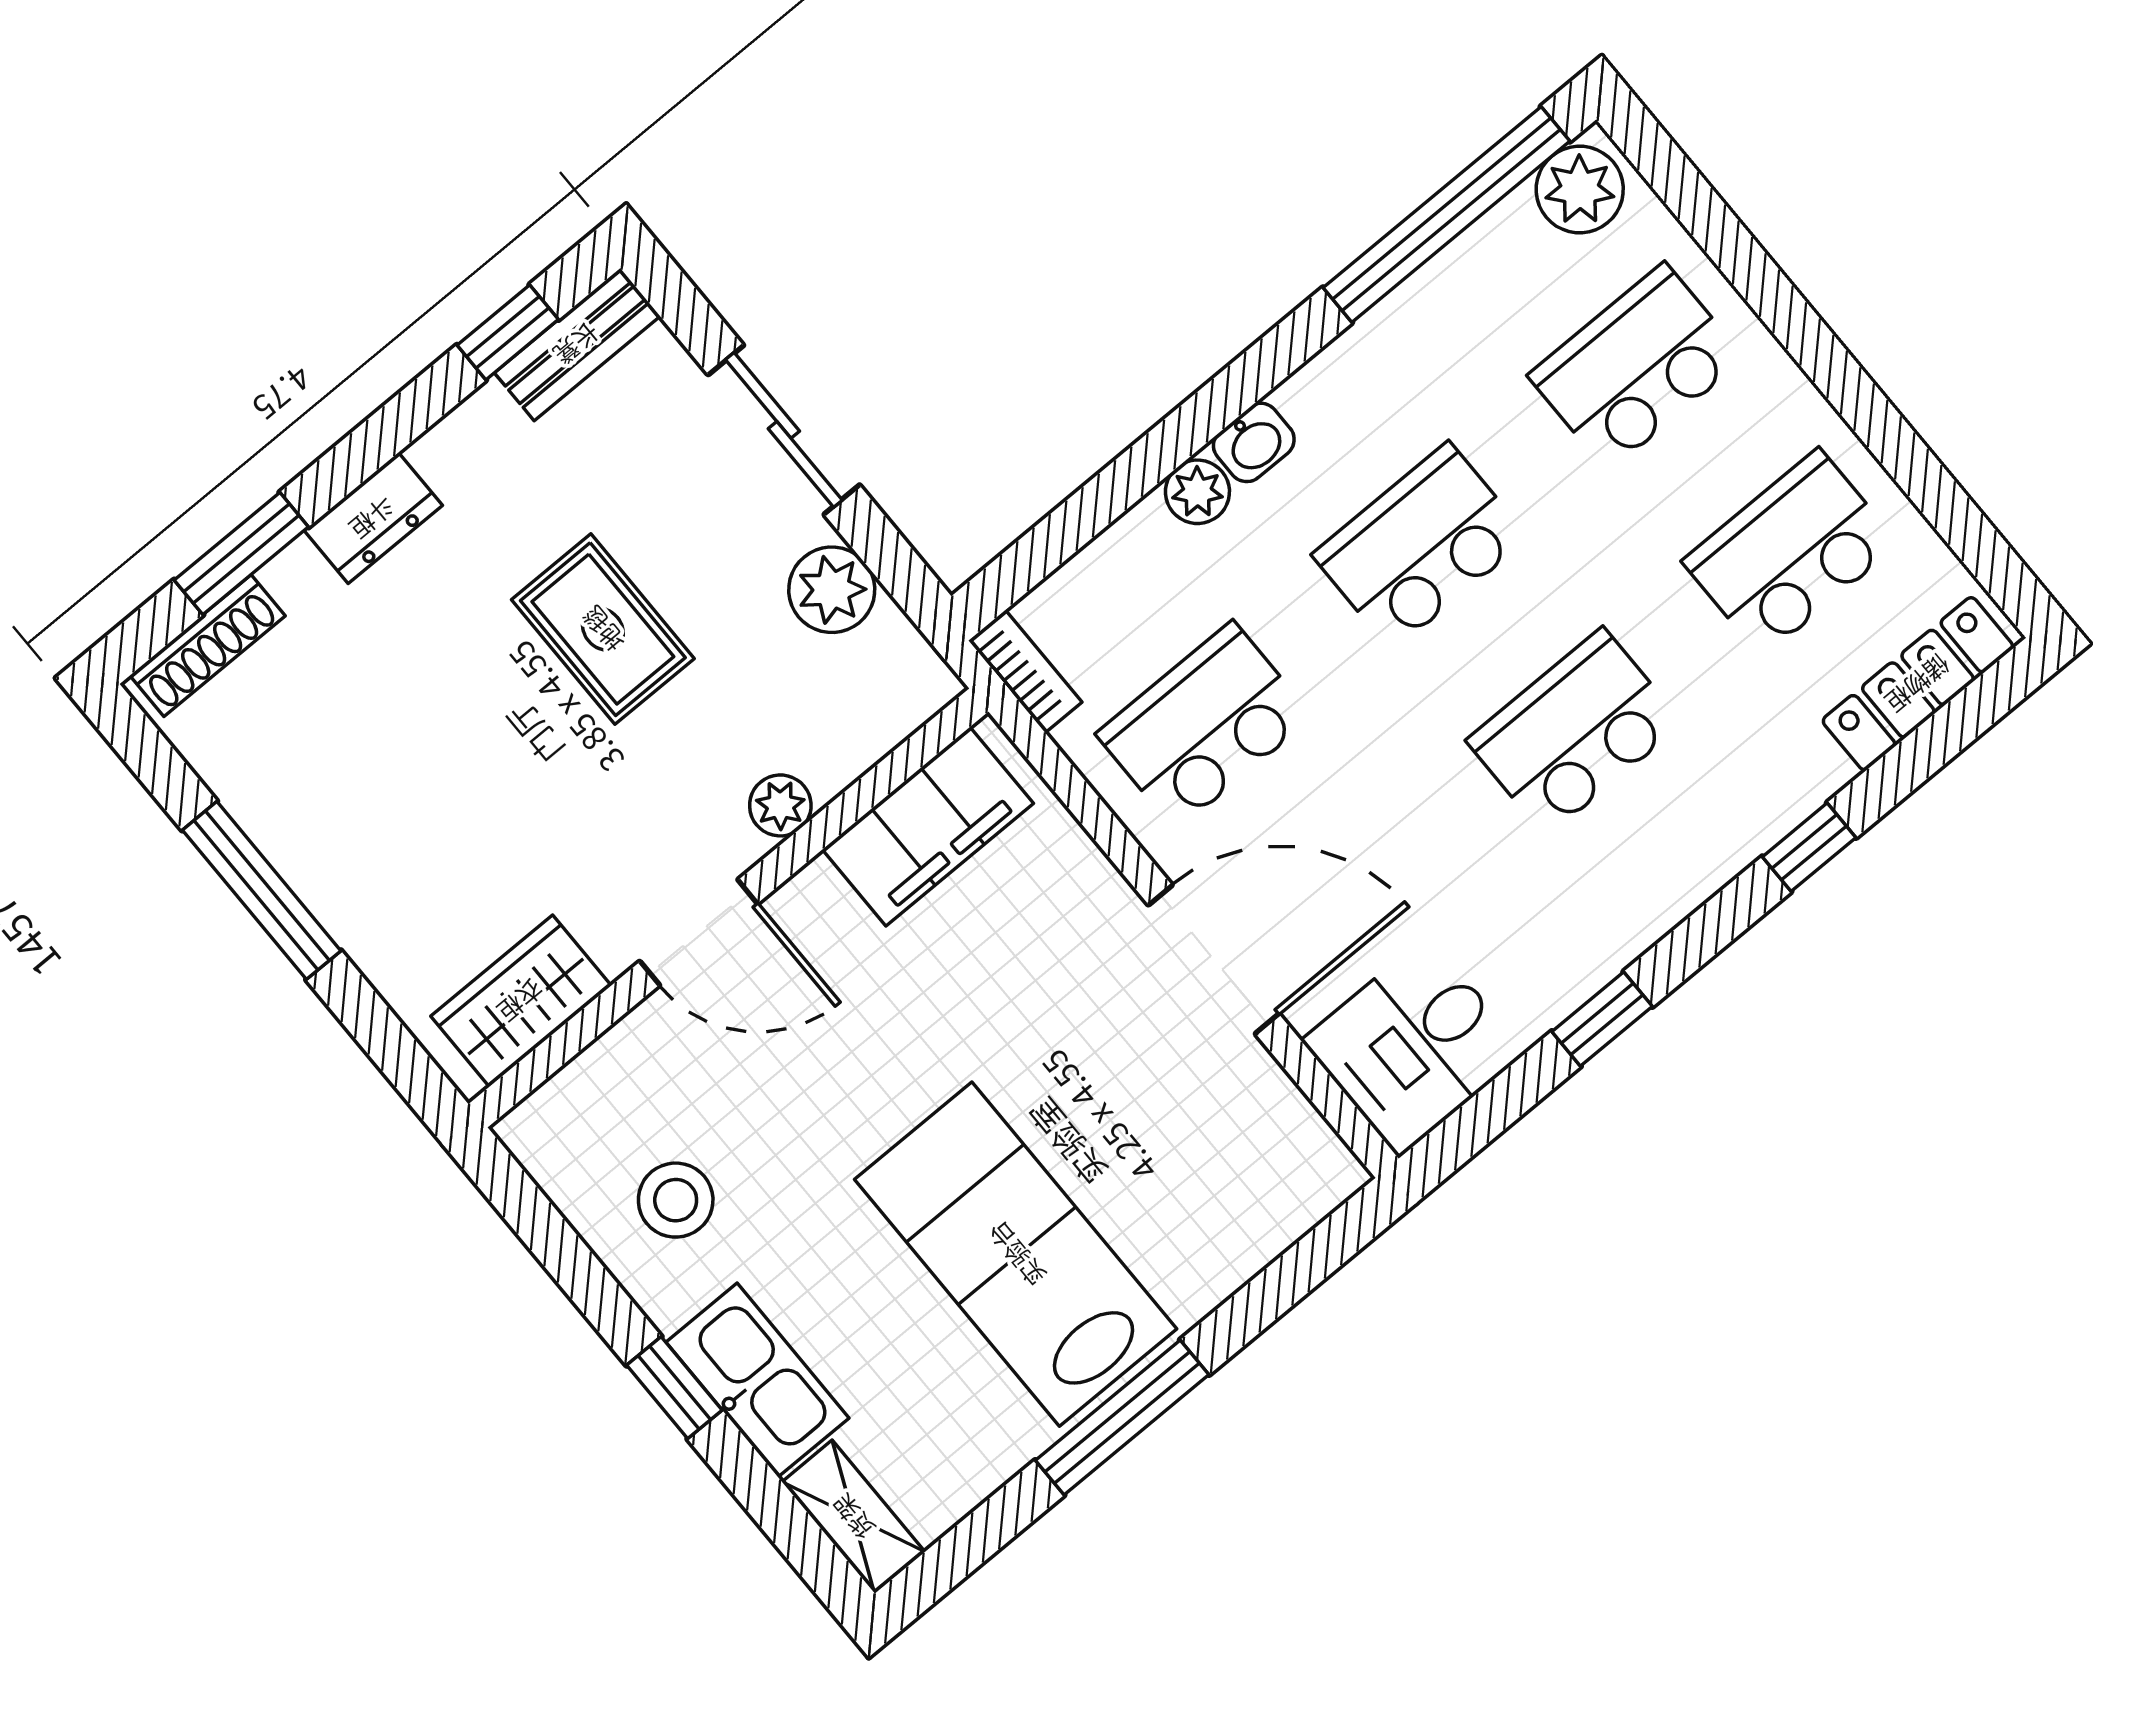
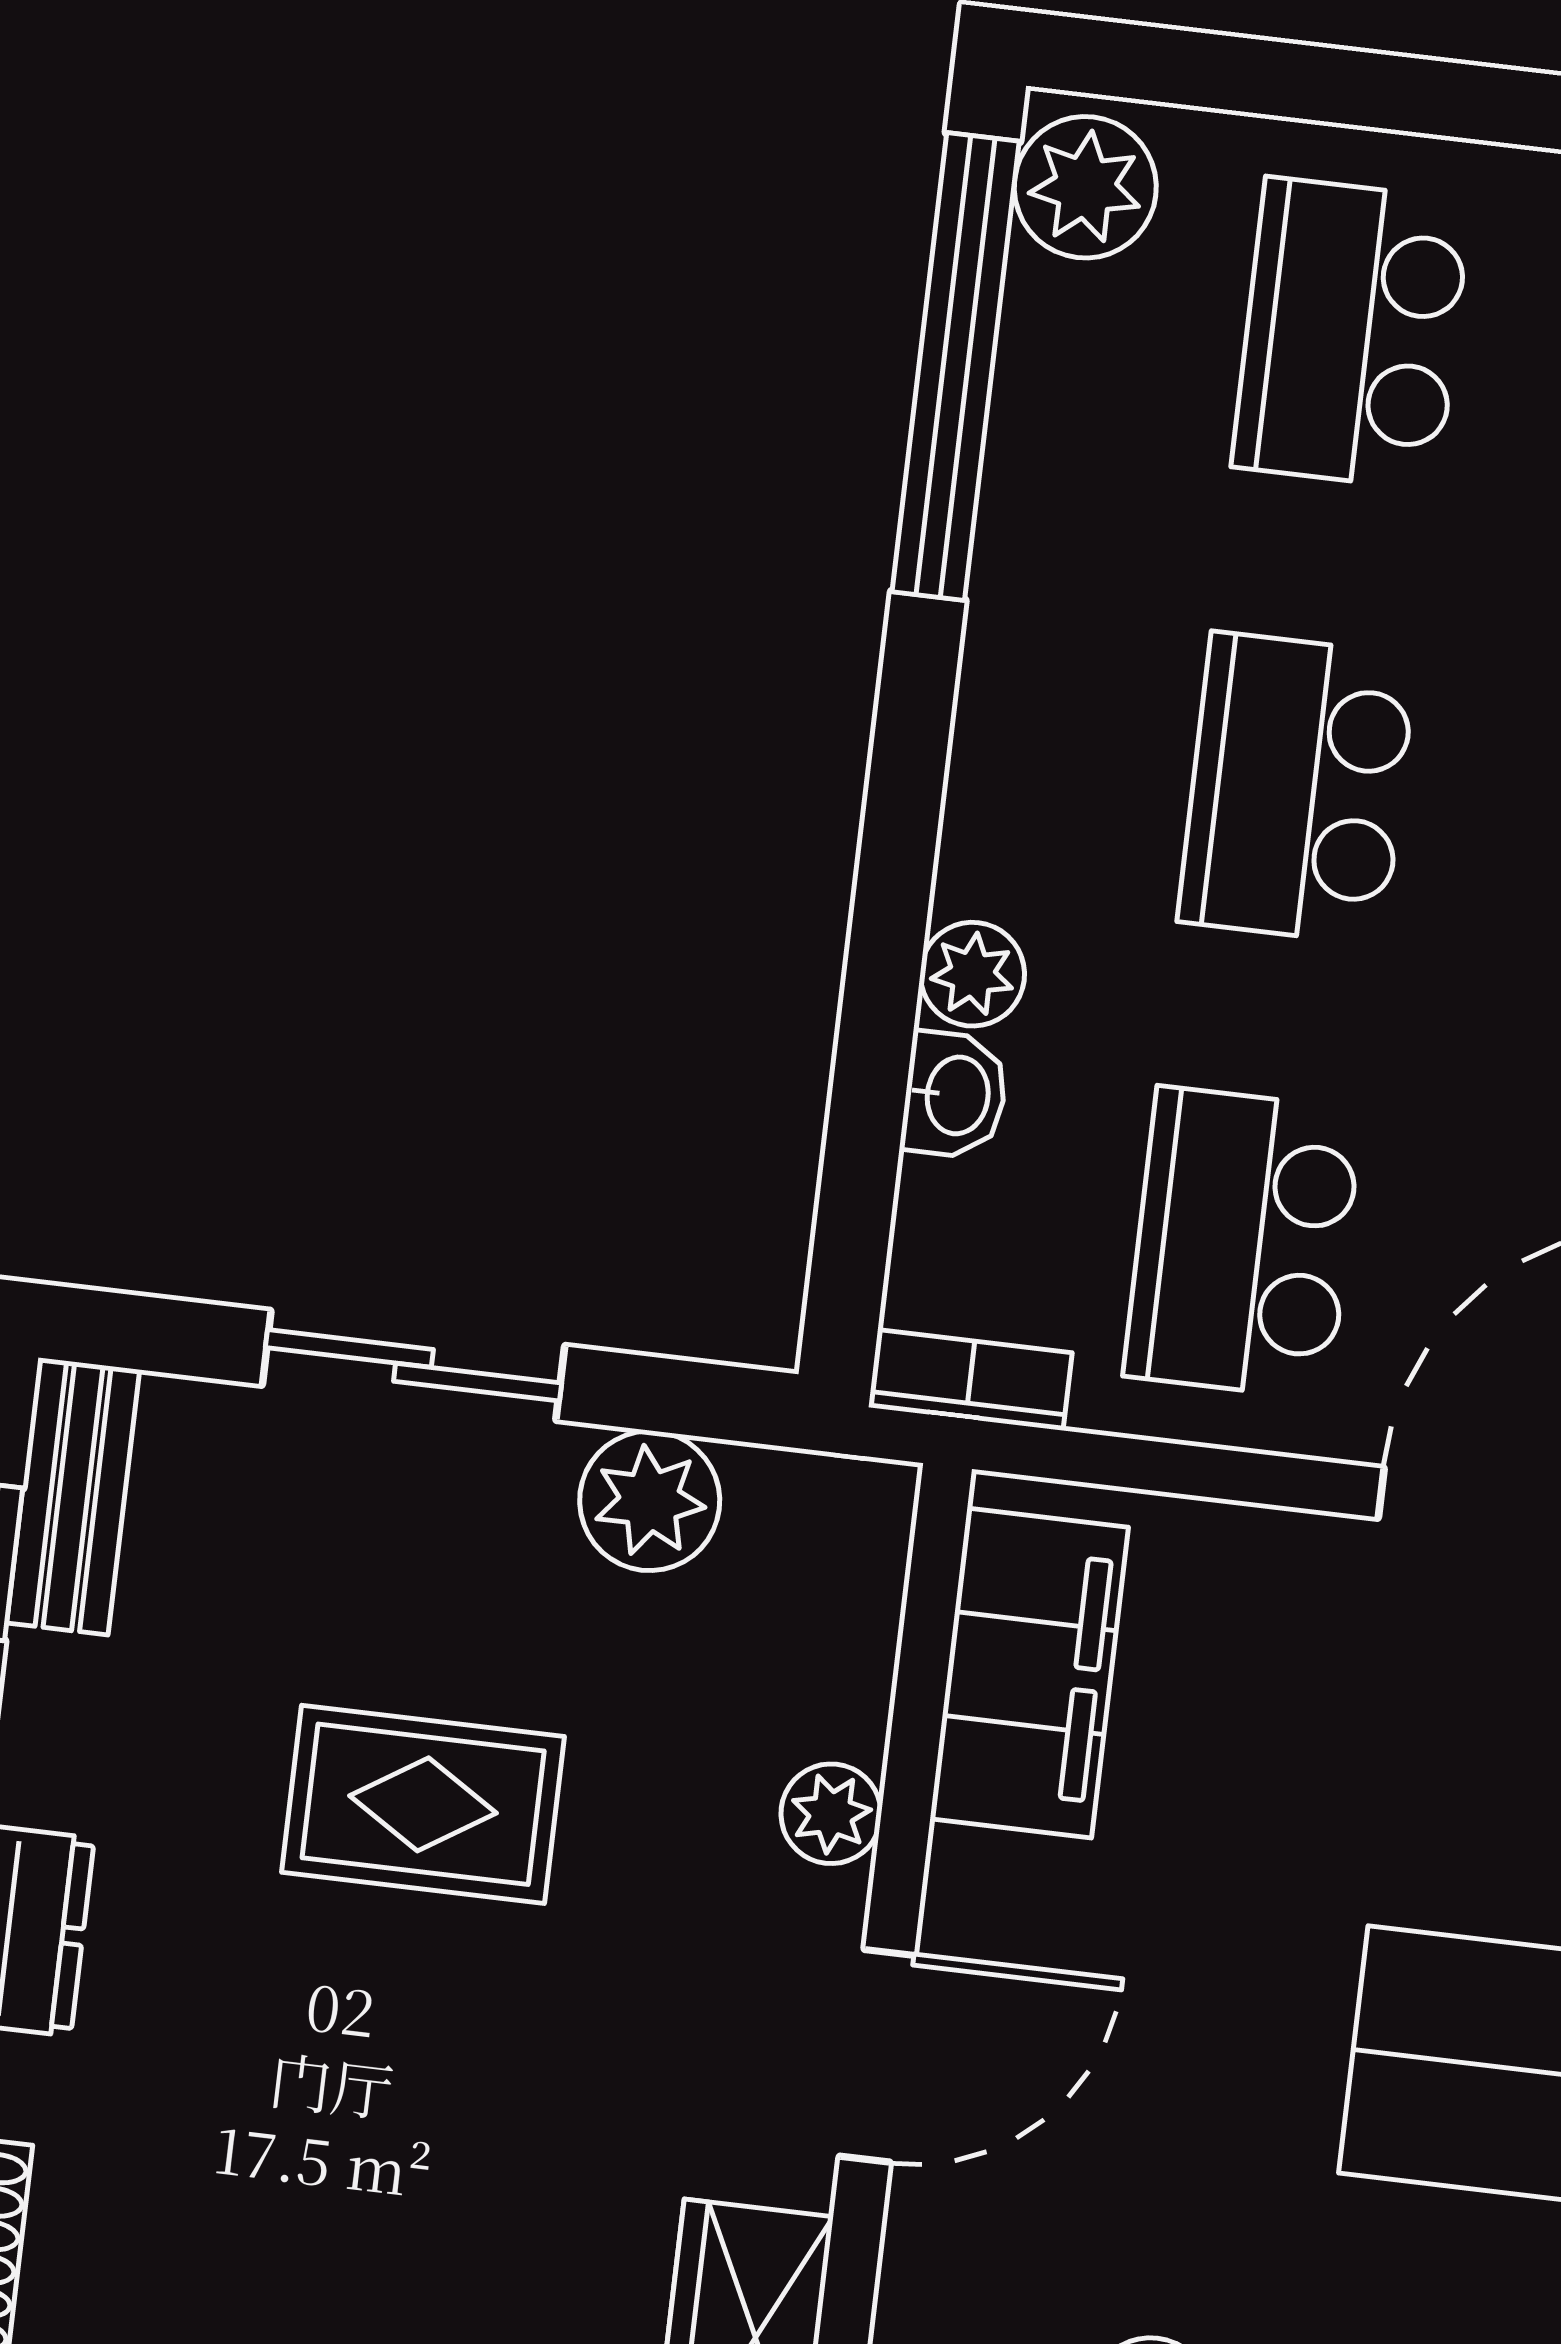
washbasin: (1254, 442) -> (955, 1095), moved

